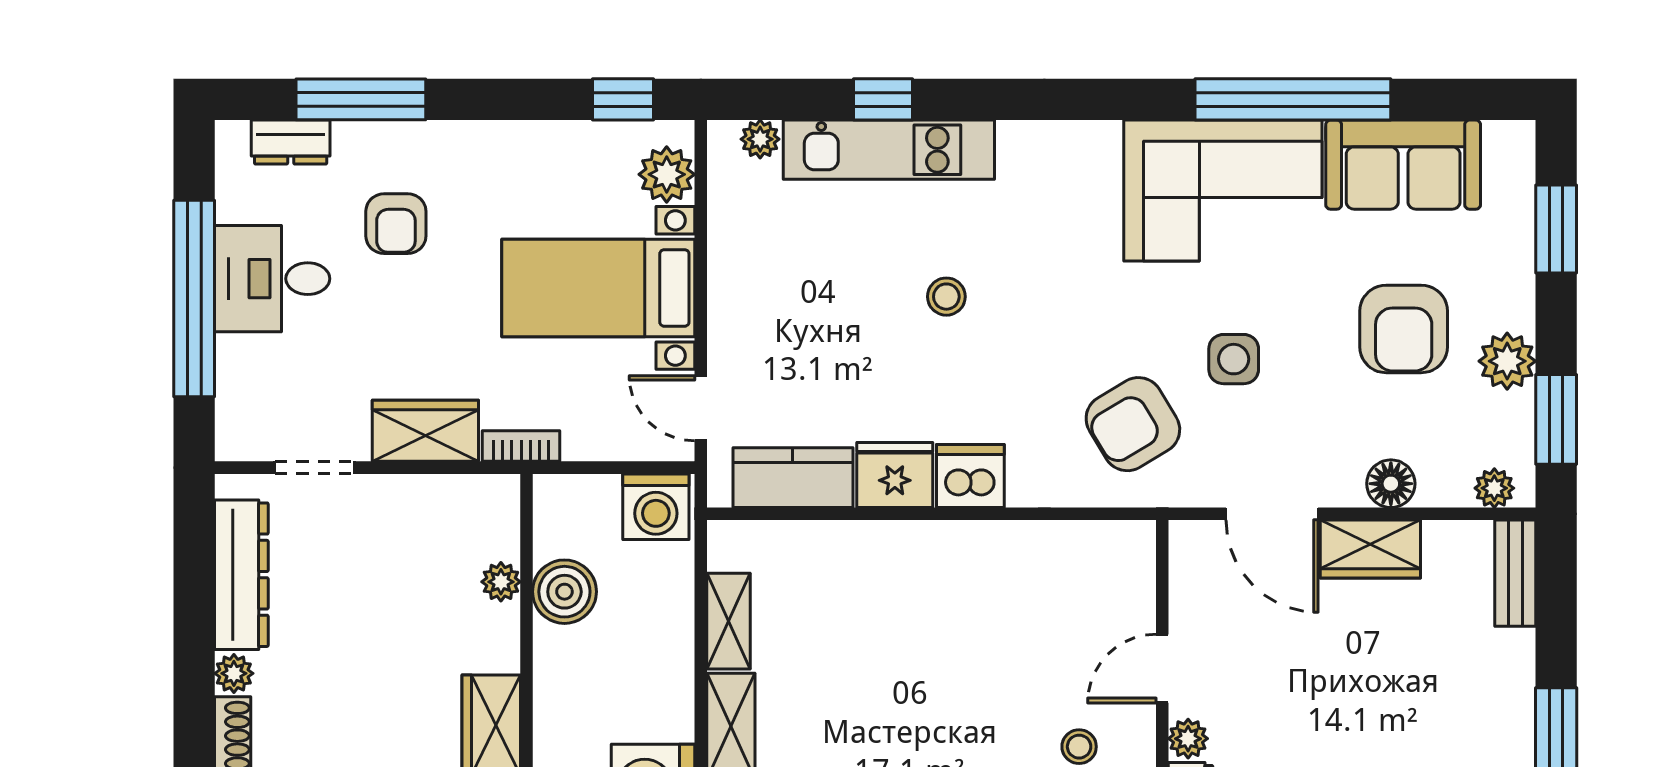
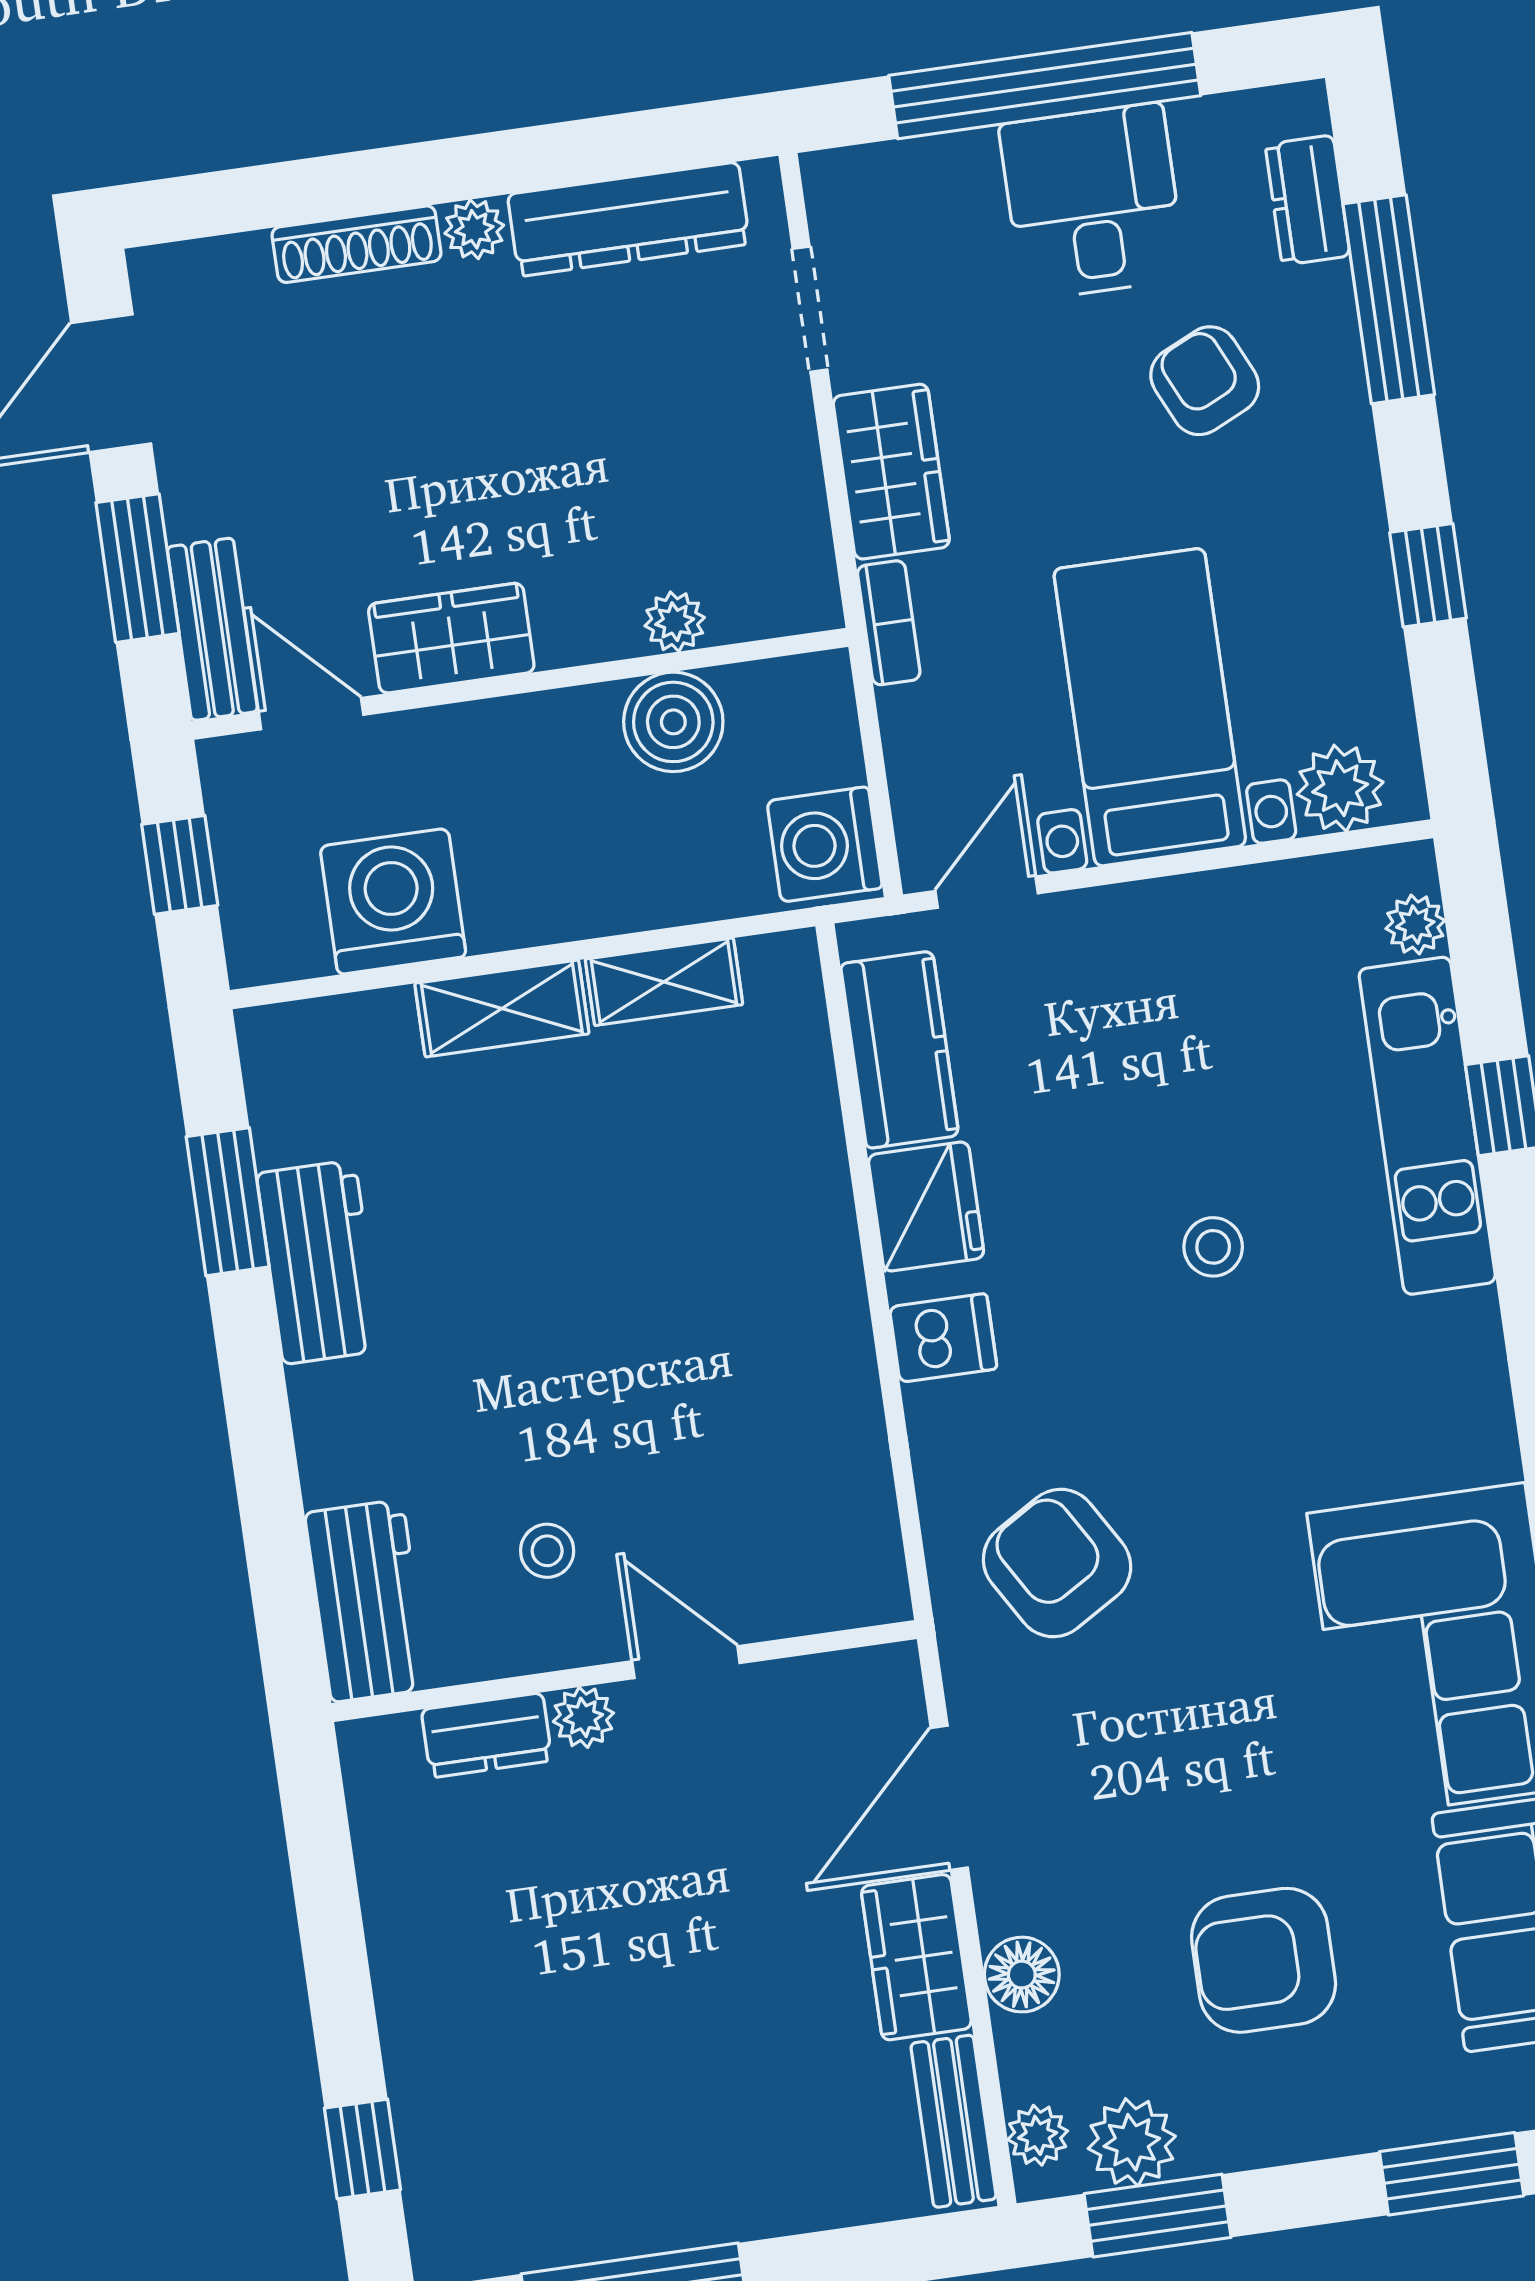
window: (623, 99) -> (1428, 575), moved
armchair: (396, 224) -> (1205, 381), turned 65
side table: (1234, 359) -> (1180, 1704), removed
plant: (1507, 361) -> (1132, 2142), moved
dishwasher: (970, 476) -> (943, 1338), width x0.73
bench: (1515, 573) -> (953, 2121), moved, turned 90

